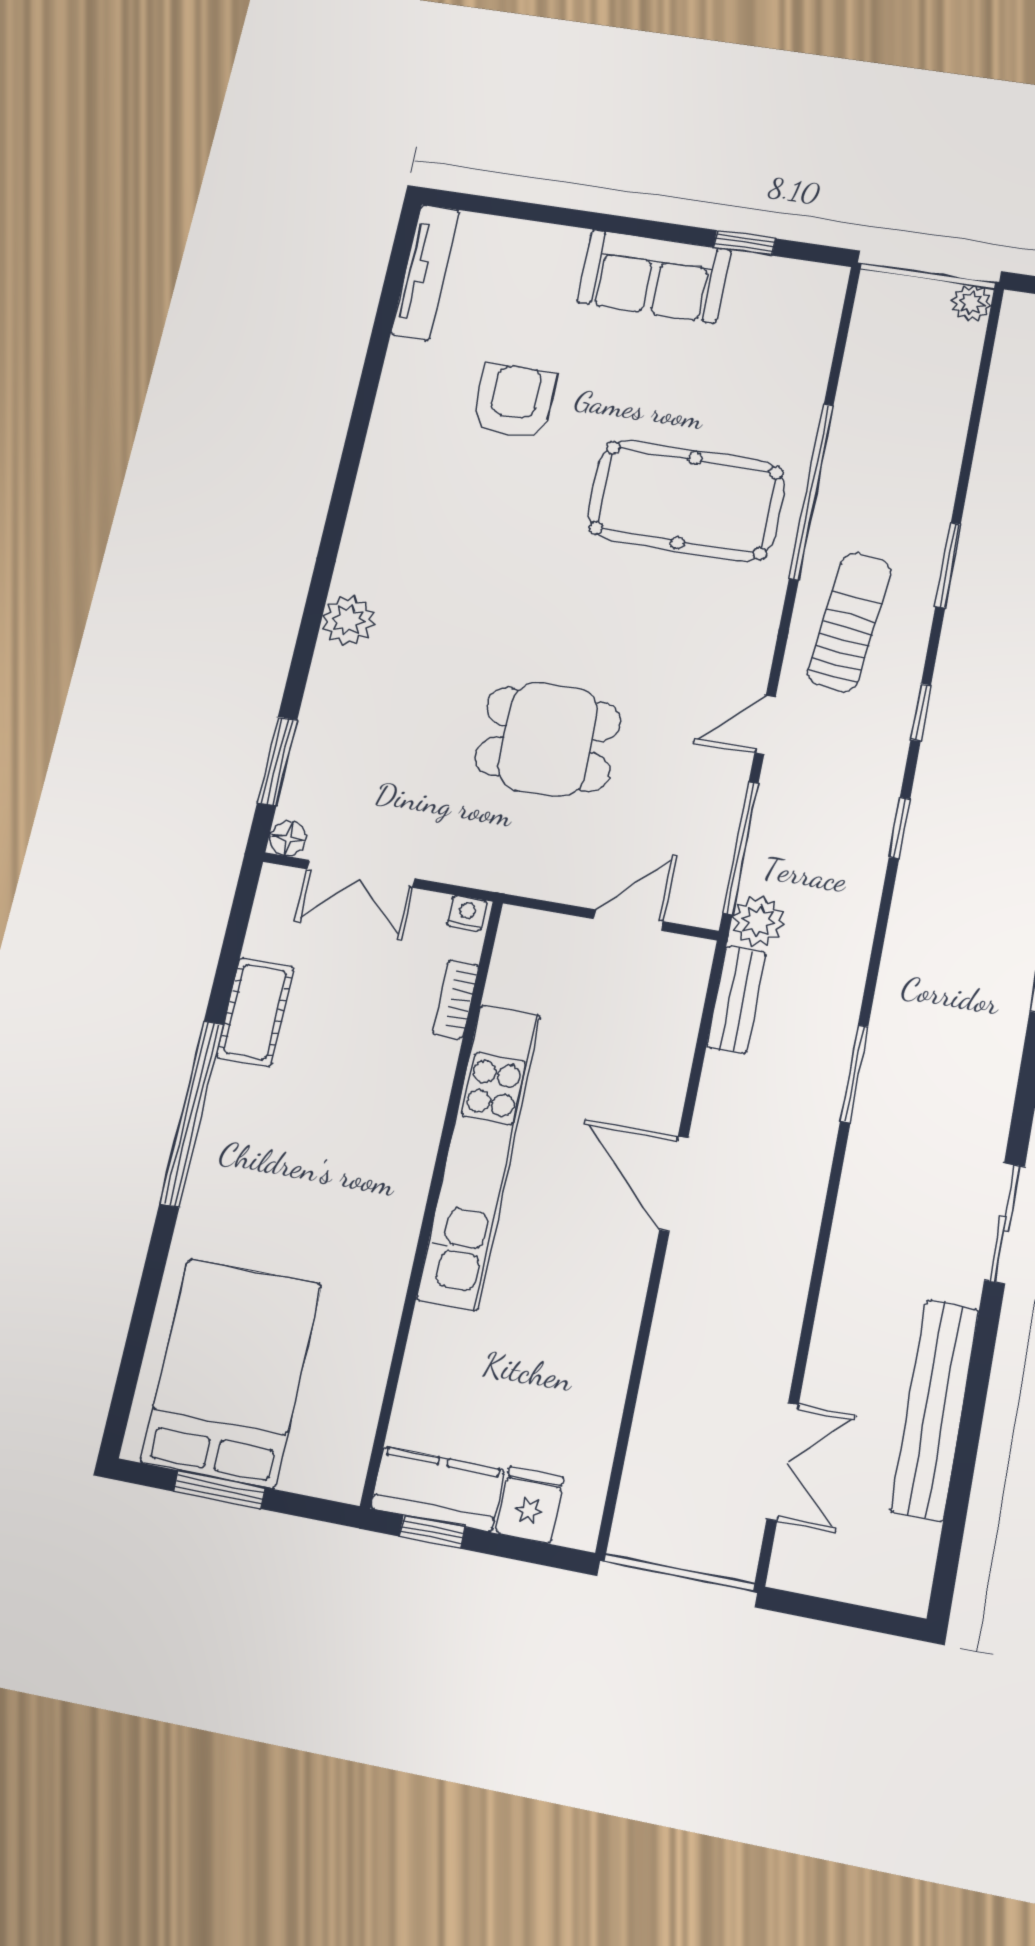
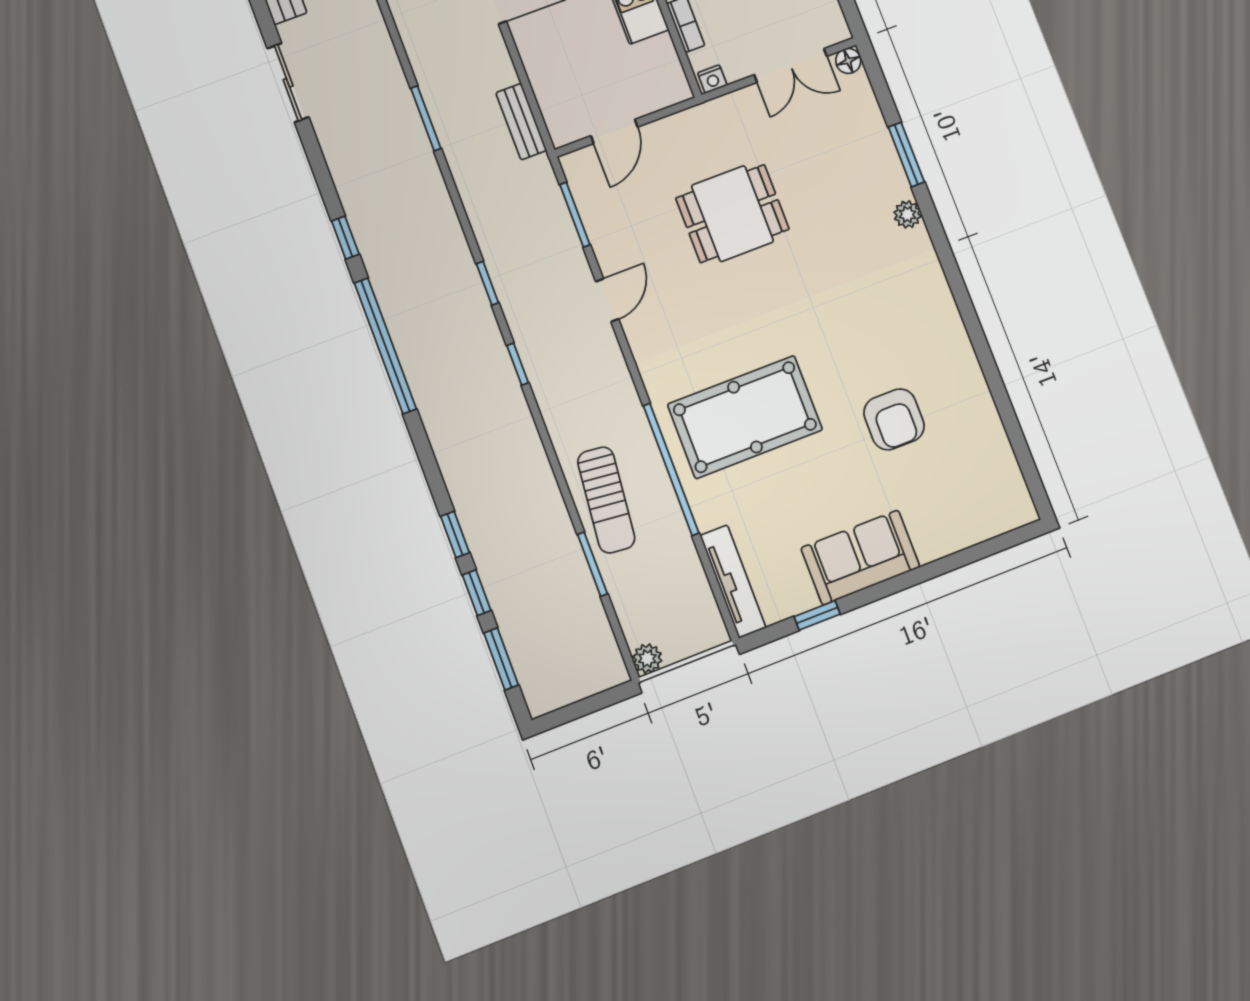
tv unit: (425, 272) -> (733, 582), moved, turned 180
window: (948, 565) -> (592, 564), moved
plant: (348, 620) -> (907, 214), width x0.73, depth x0.73
sun lounger: (849, 622) -> (606, 500), moved
window: (277, 761) -> (906, 155), moved
window: (741, 848) -> (575, 215), width x0.69
double door: (361, 874) -> (791, 65), swing flipped
plant: (758, 921) -> (537, 176), removed

